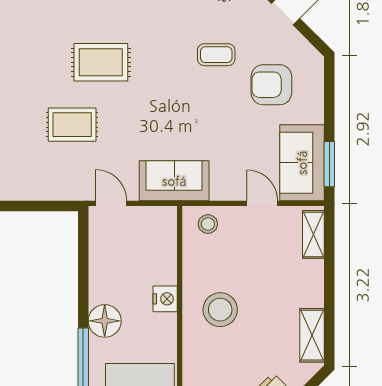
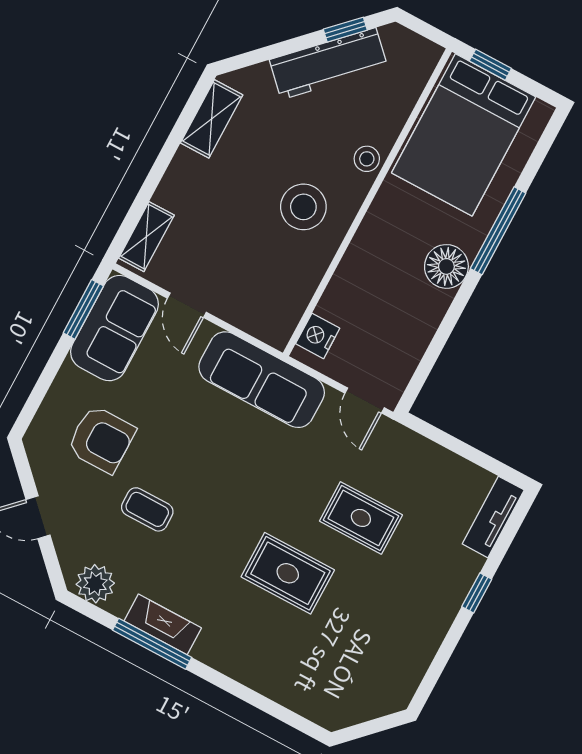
sofa: (174, 181) -> (262, 380), width x1.36
stool: (208, 224) -> (367, 159), moved
nightstand: (165, 299) -> (318, 336), moved

